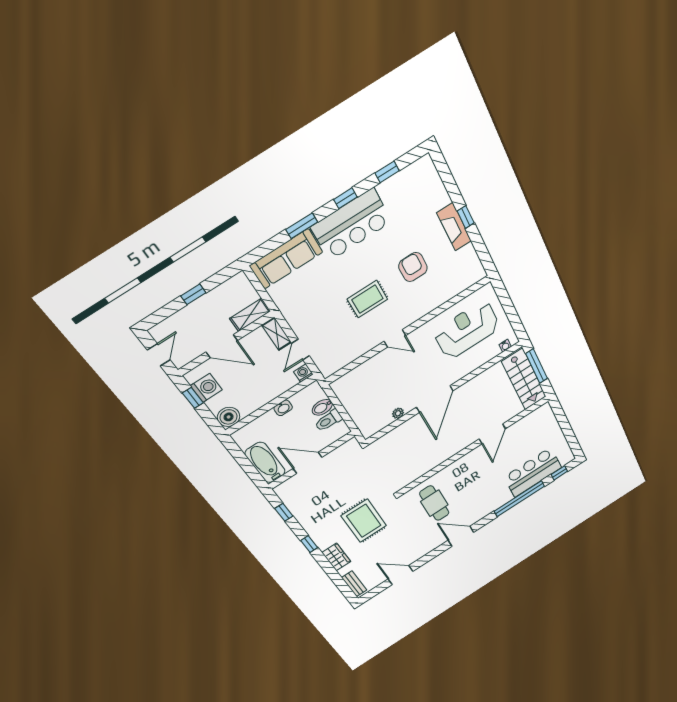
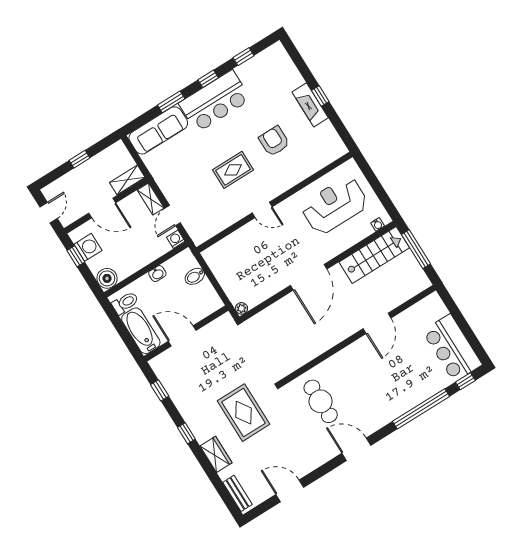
stairs: (524, 379) -> (374, 255), moved, turned -90
plant: (398, 413) -> (241, 308), moved
toilet: (328, 420) -> (125, 303), moved, turned 180
bar counter: (533, 472) -> (452, 348), moved, turned -90

